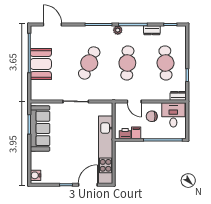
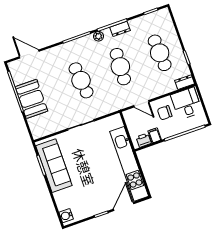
dresser: (152, 30) -> (120, 29), moved
cafe table: (89, 63) -> (81, 80), turned -30

